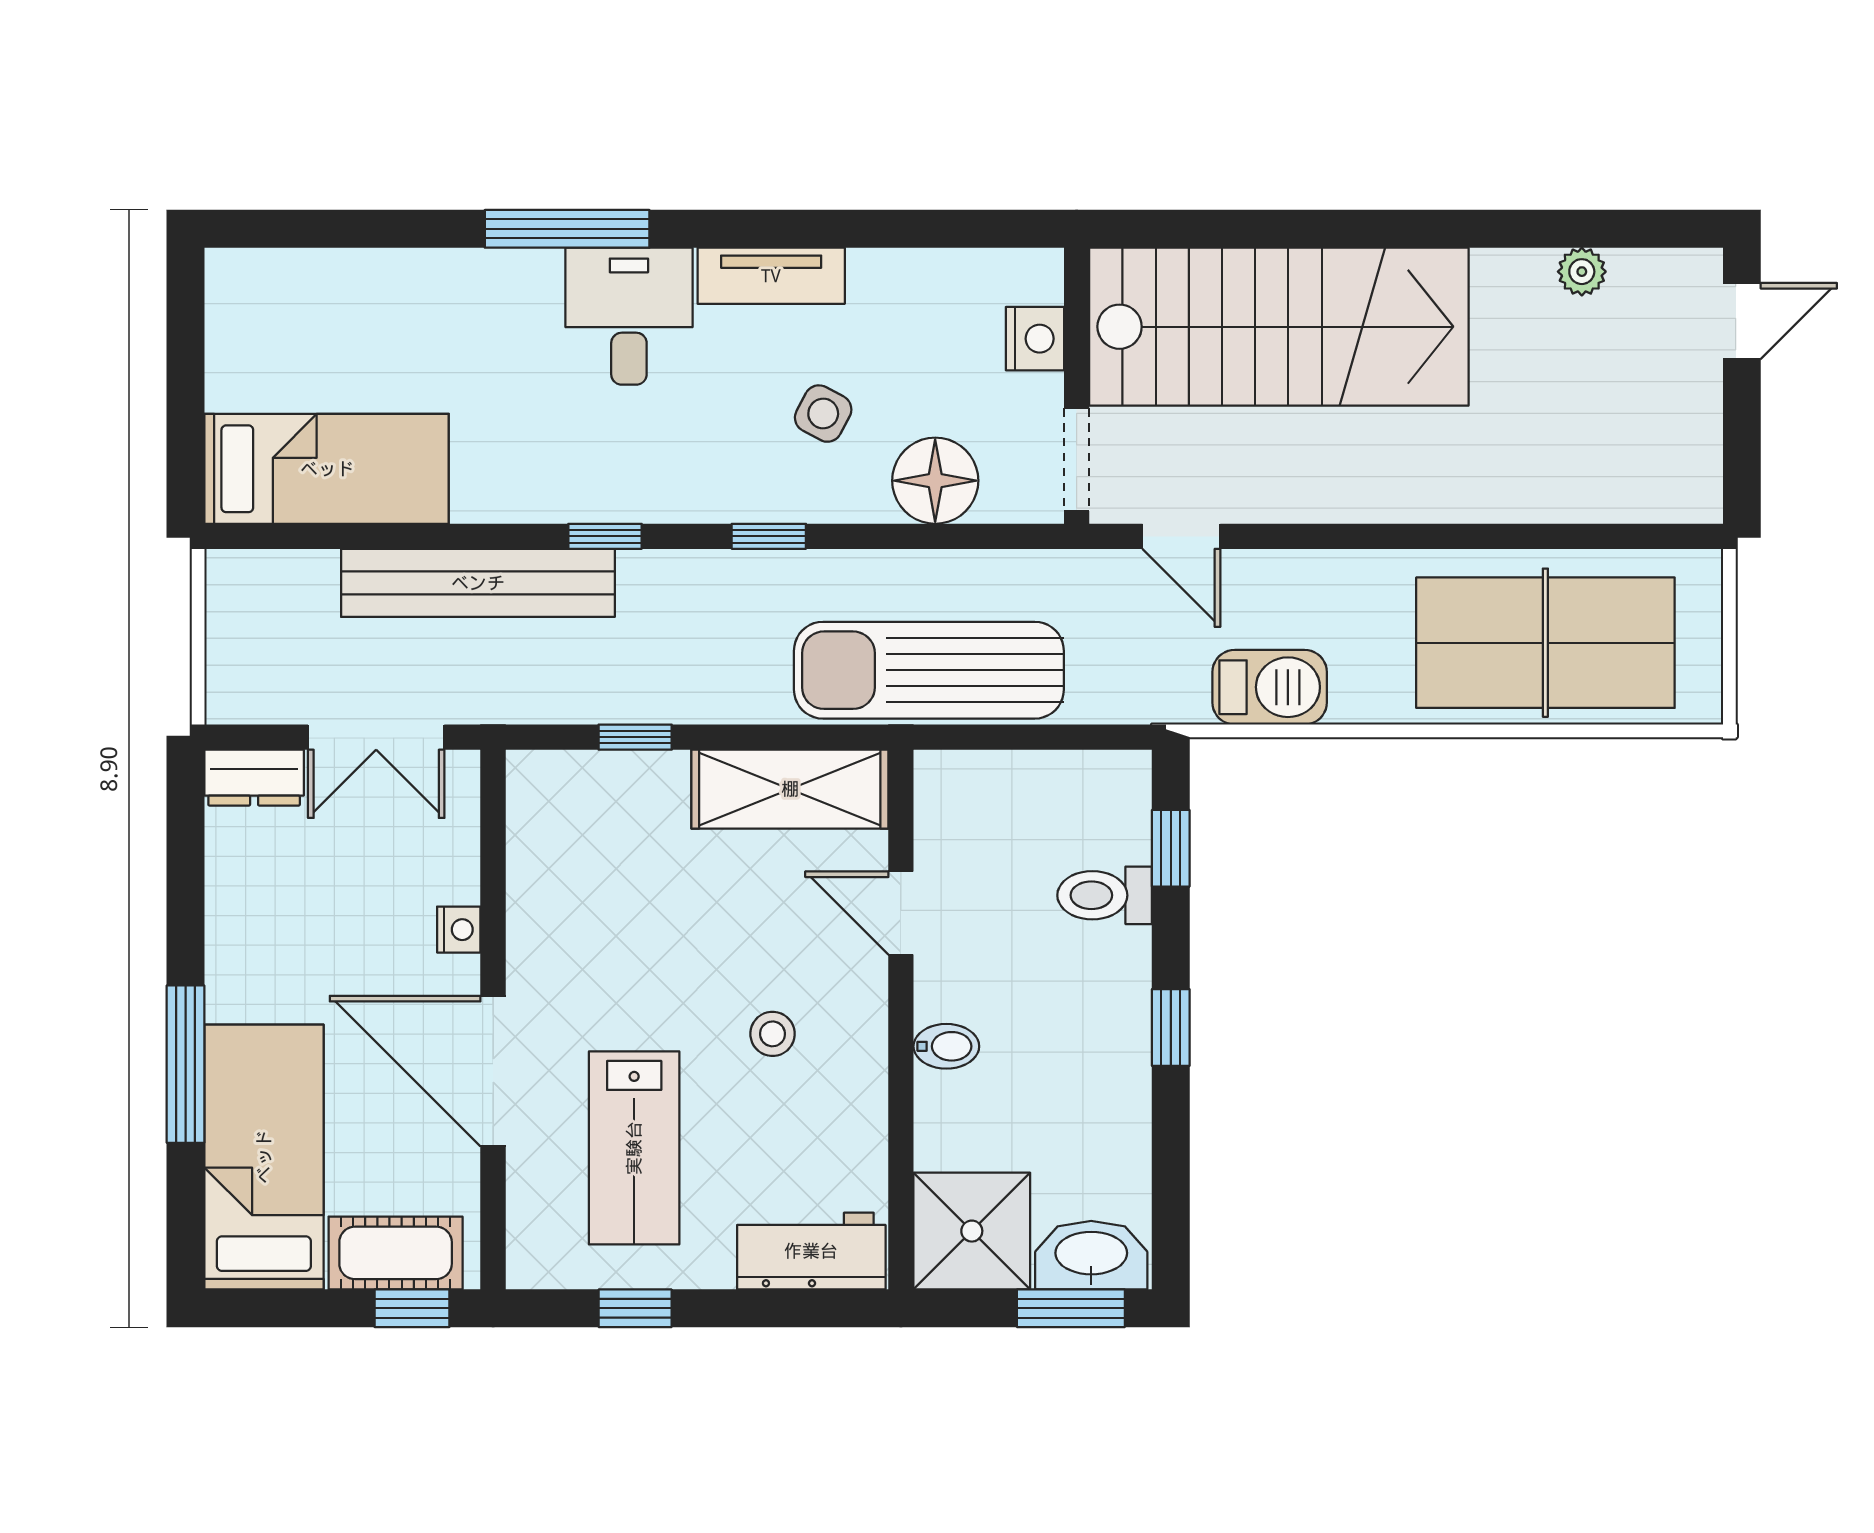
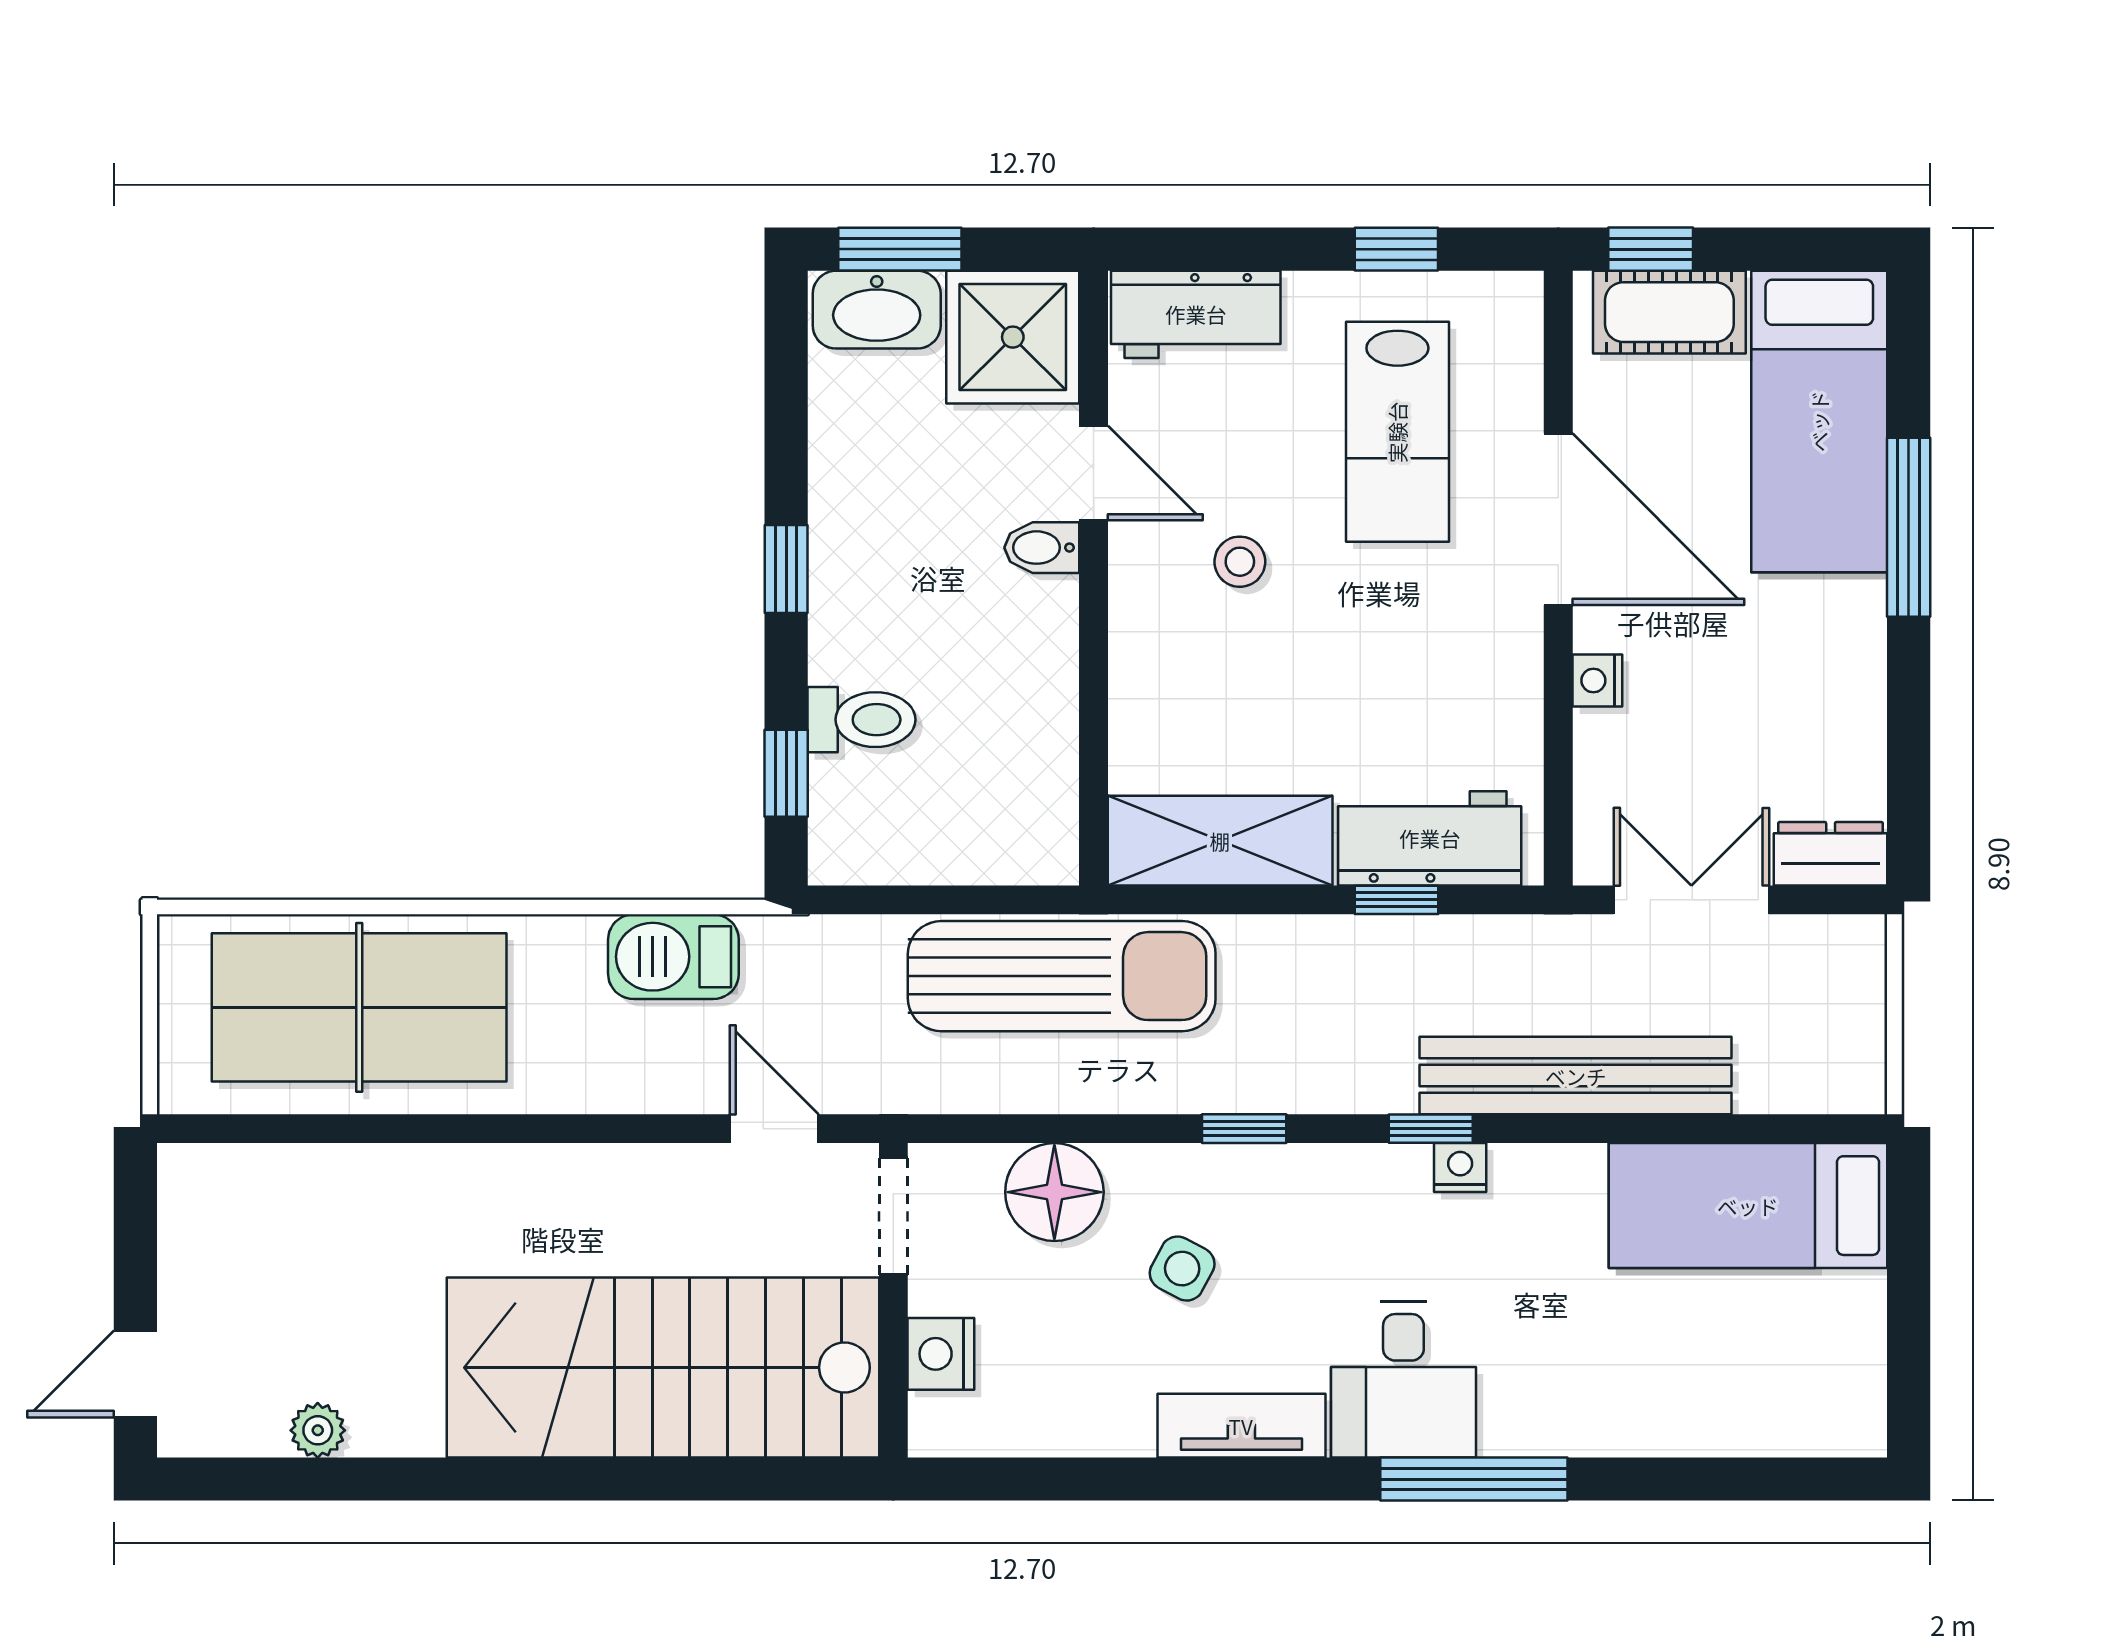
nightstand: (579, 502) -> (1460, 1168), added
workbench: (606, 791) -> (1430, 838), added
door: (901, 913) -> (1094, 473), moved
lab bench: (634, 1148) -> (1397, 432), turned 180

